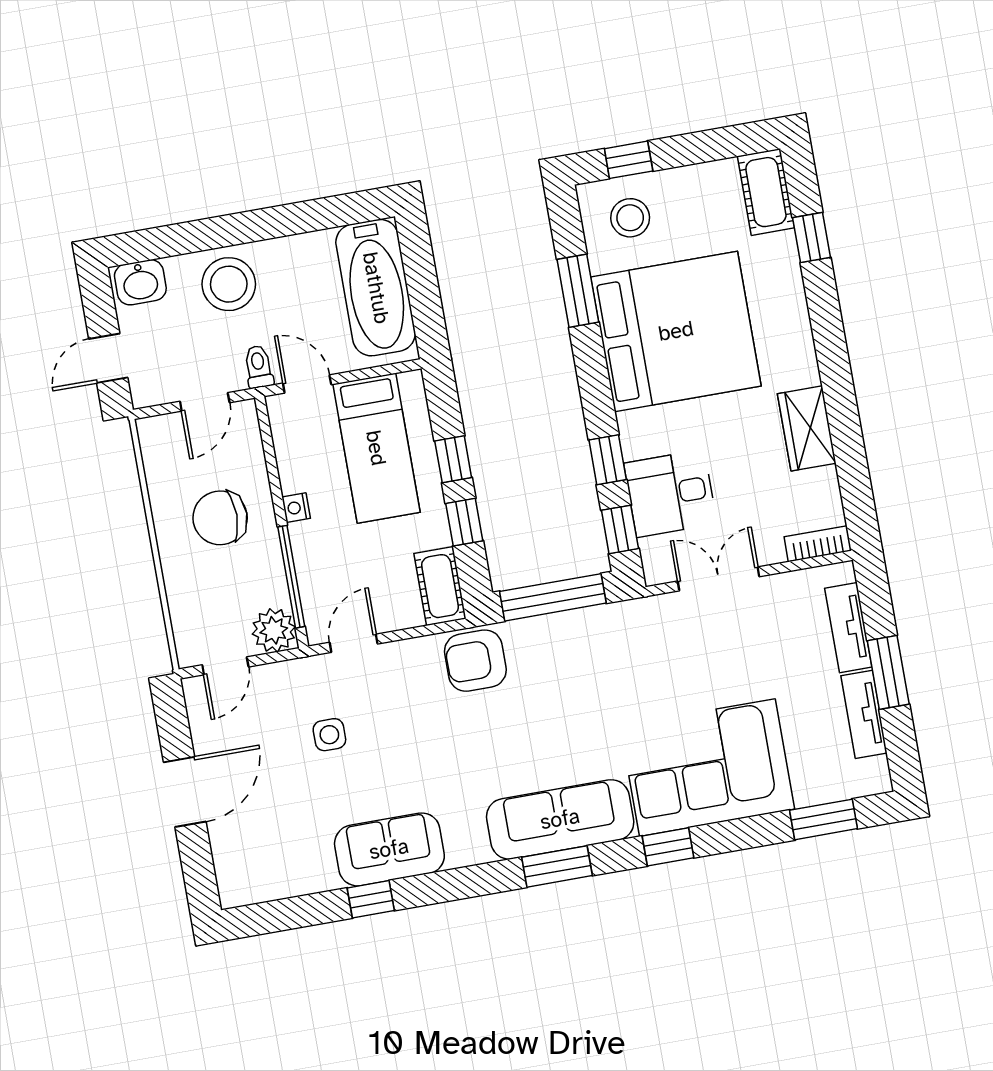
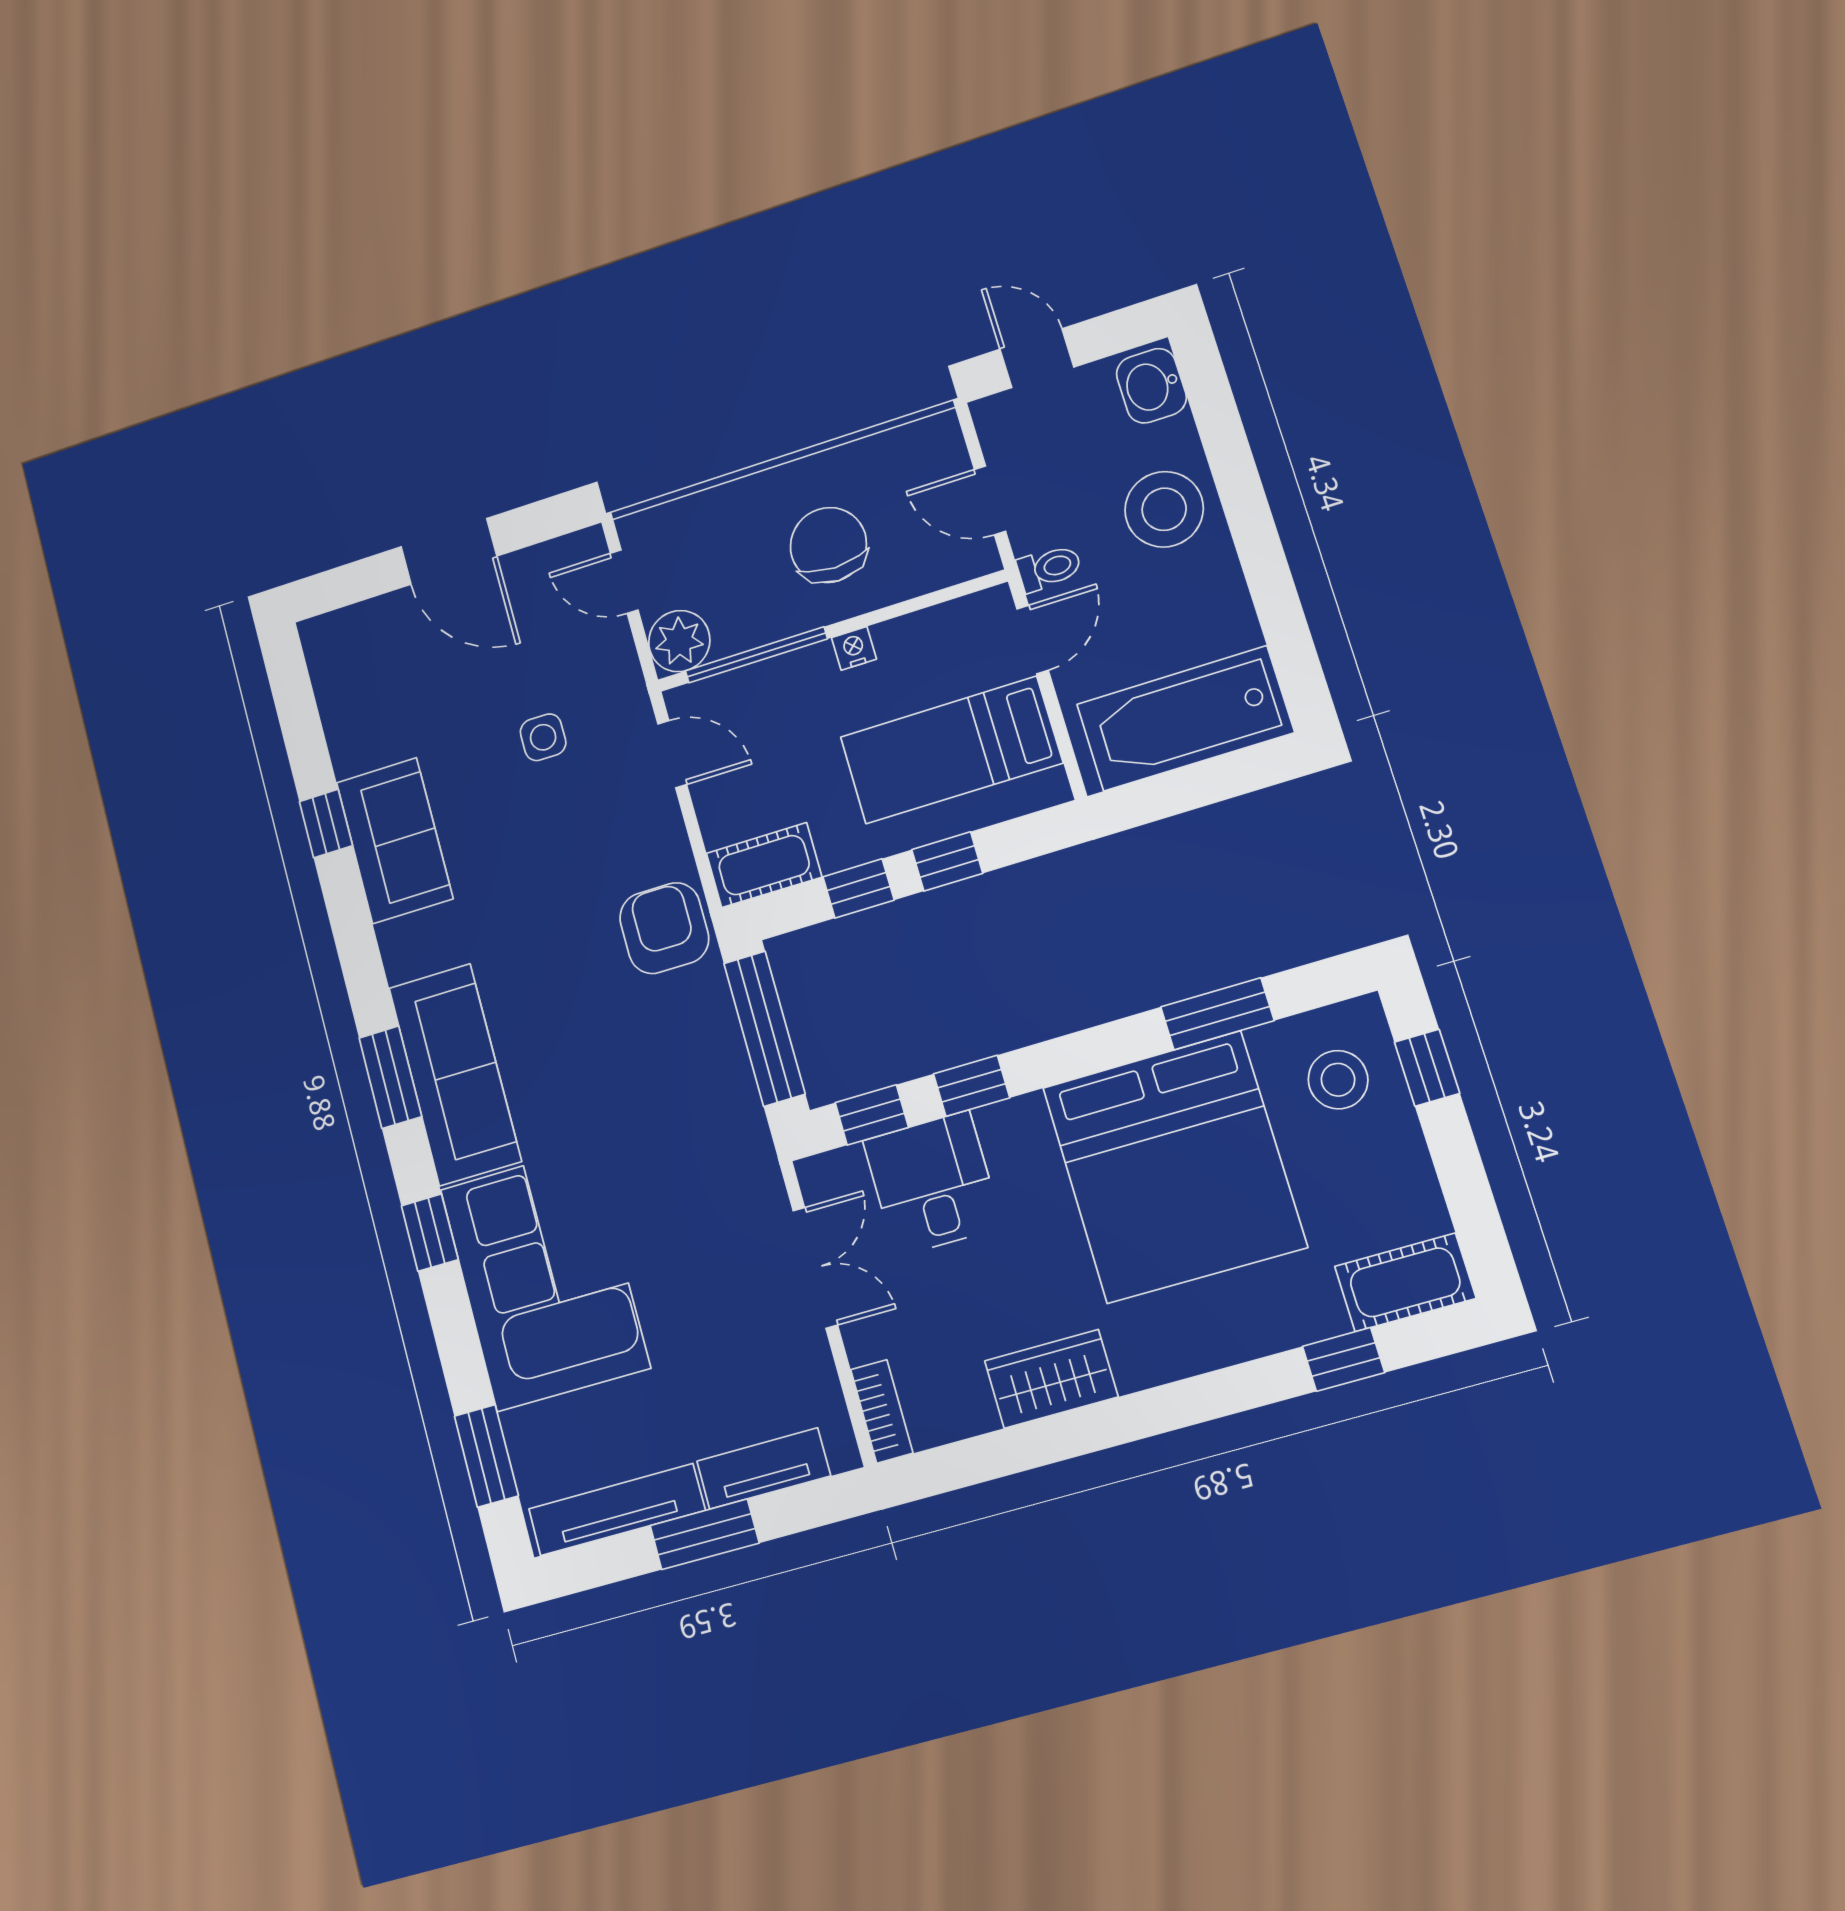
tv unit: (864, 714) -> (617, 1510), width x1.41

